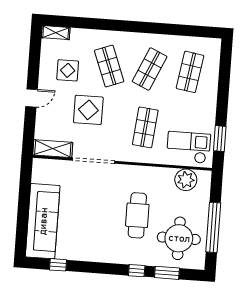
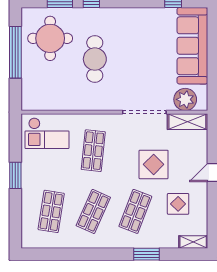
window: (101, 24) -> (147, 254), added
shop shelf: (109, 66) -> (135, 211), turned 42
window: (220, 139) -> (15, 175), moved
plant: (186, 180) -> (185, 99), moved

